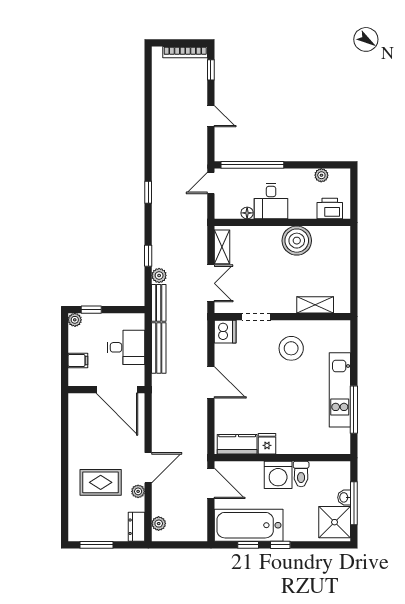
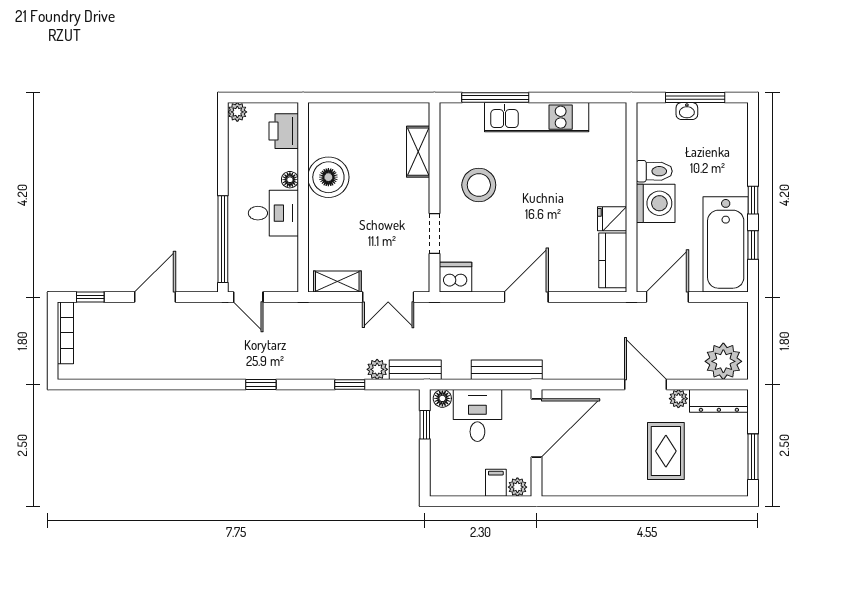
door: (211, 116) -> (155, 297), width x1.38
plant: (321, 175) -> (237, 112), moved
floor lamp: (247, 213) -> (290, 180), moved
double door: (211, 283) -> (388, 297), swing flipped
window: (91, 310) -> (425, 425), moved
plant: (75, 320) -> (517, 487), moved
floor lamp: (138, 322) -> (442, 398), added
bench: (159, 348) -> (507, 370), moved
window: (354, 410) -> (495, 98), moved
shower: (335, 522) -> (721, 124), removed
plant: (159, 524) -> (723, 361), width x1.88, depth x1.88
dresser: (136, 527) -> (719, 401), width x1.44

